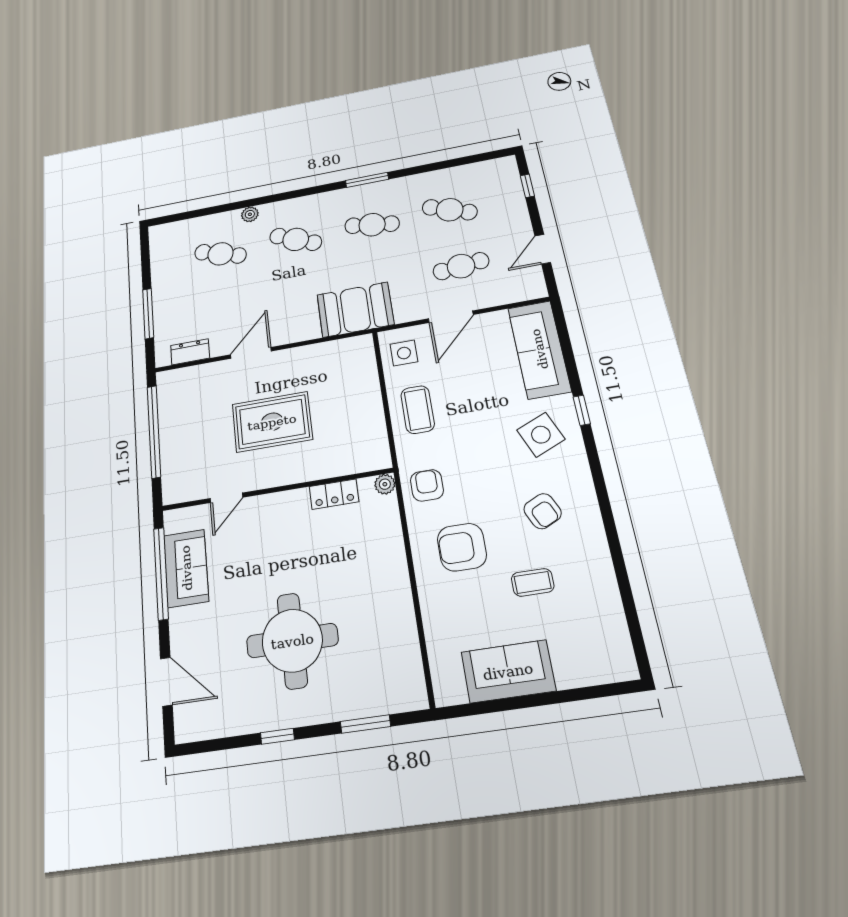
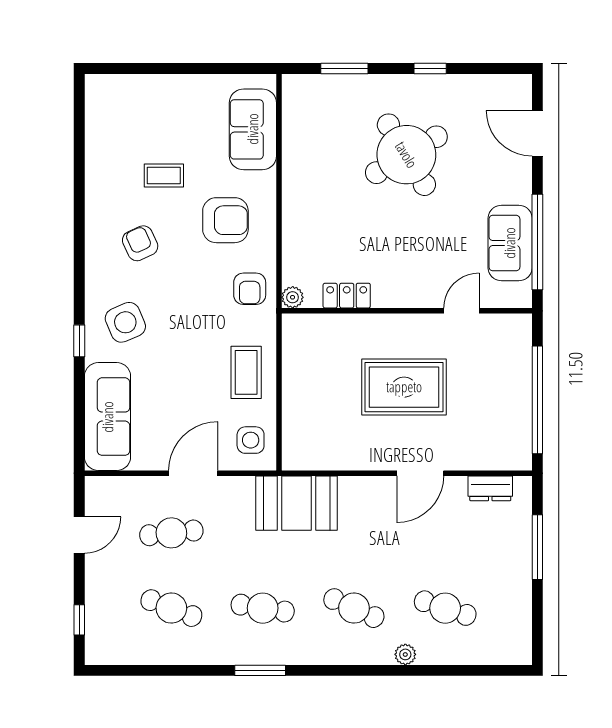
round table: (292, 641) -> (406, 155), turned -31
sofa: (508, 671) -> (253, 129), moved, turned 90

